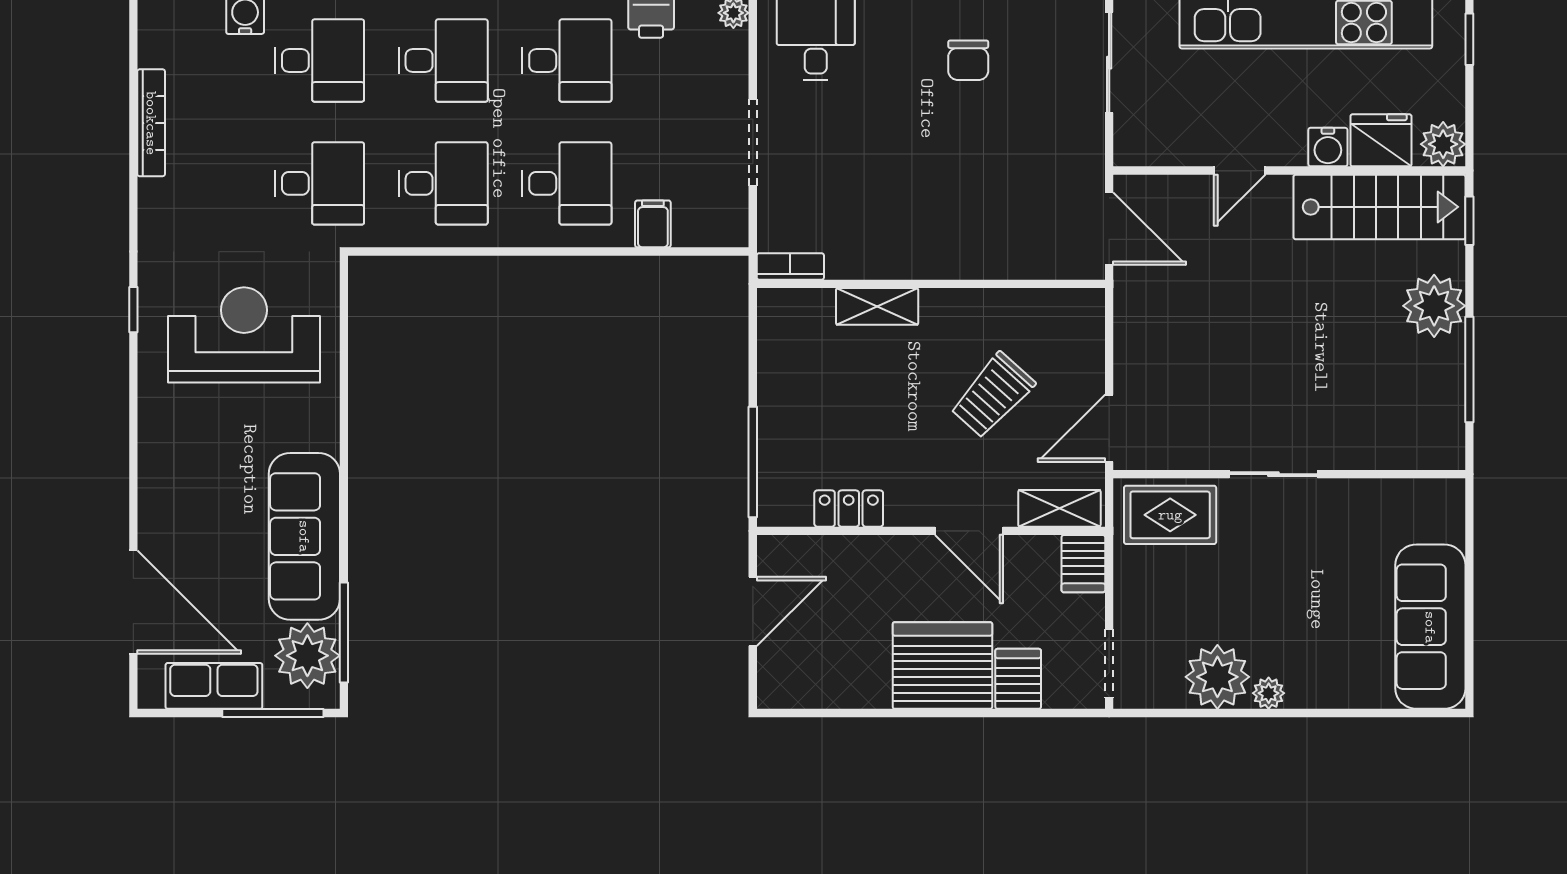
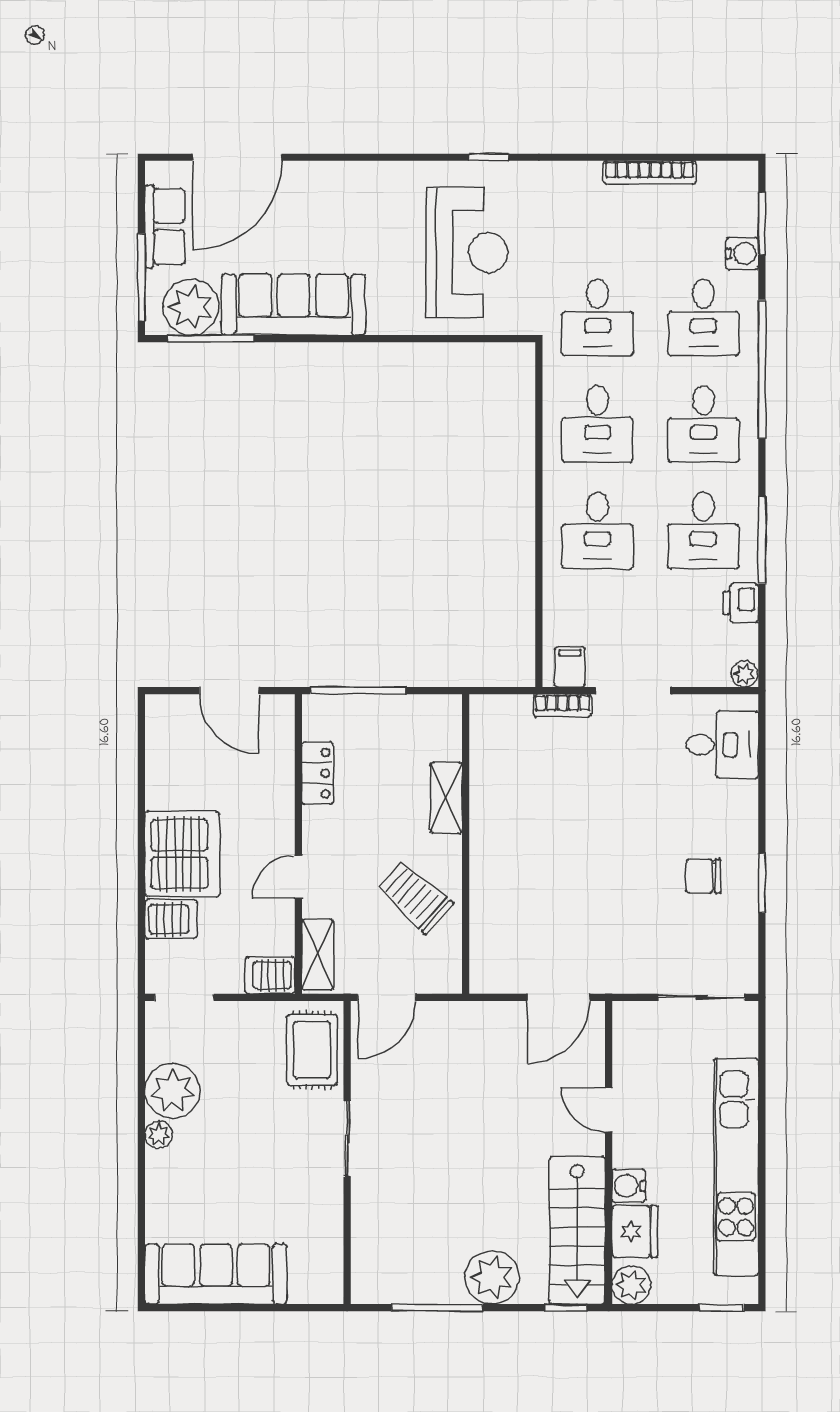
filing cabinet: (653, 224) -> (570, 667), moved, turned -90
bookcase: (790, 266) -> (562, 706), moved, turned 90
wall: (931, 284) -> (466, 844), moved
shelving: (877, 306) -> (446, 798), moved
door: (1109, 428) -> (387, 997), swing flipped
door: (969, 531) -> (298, 877), width x0.73

